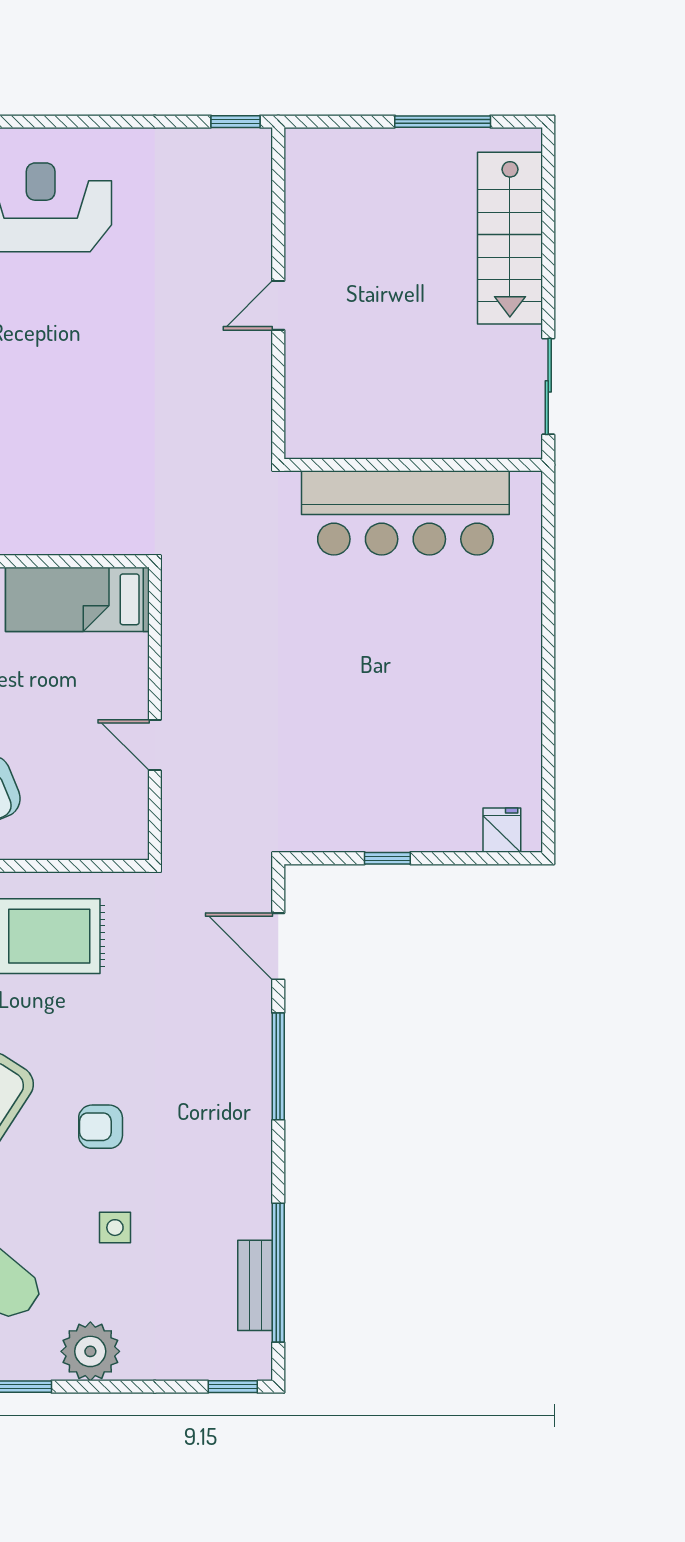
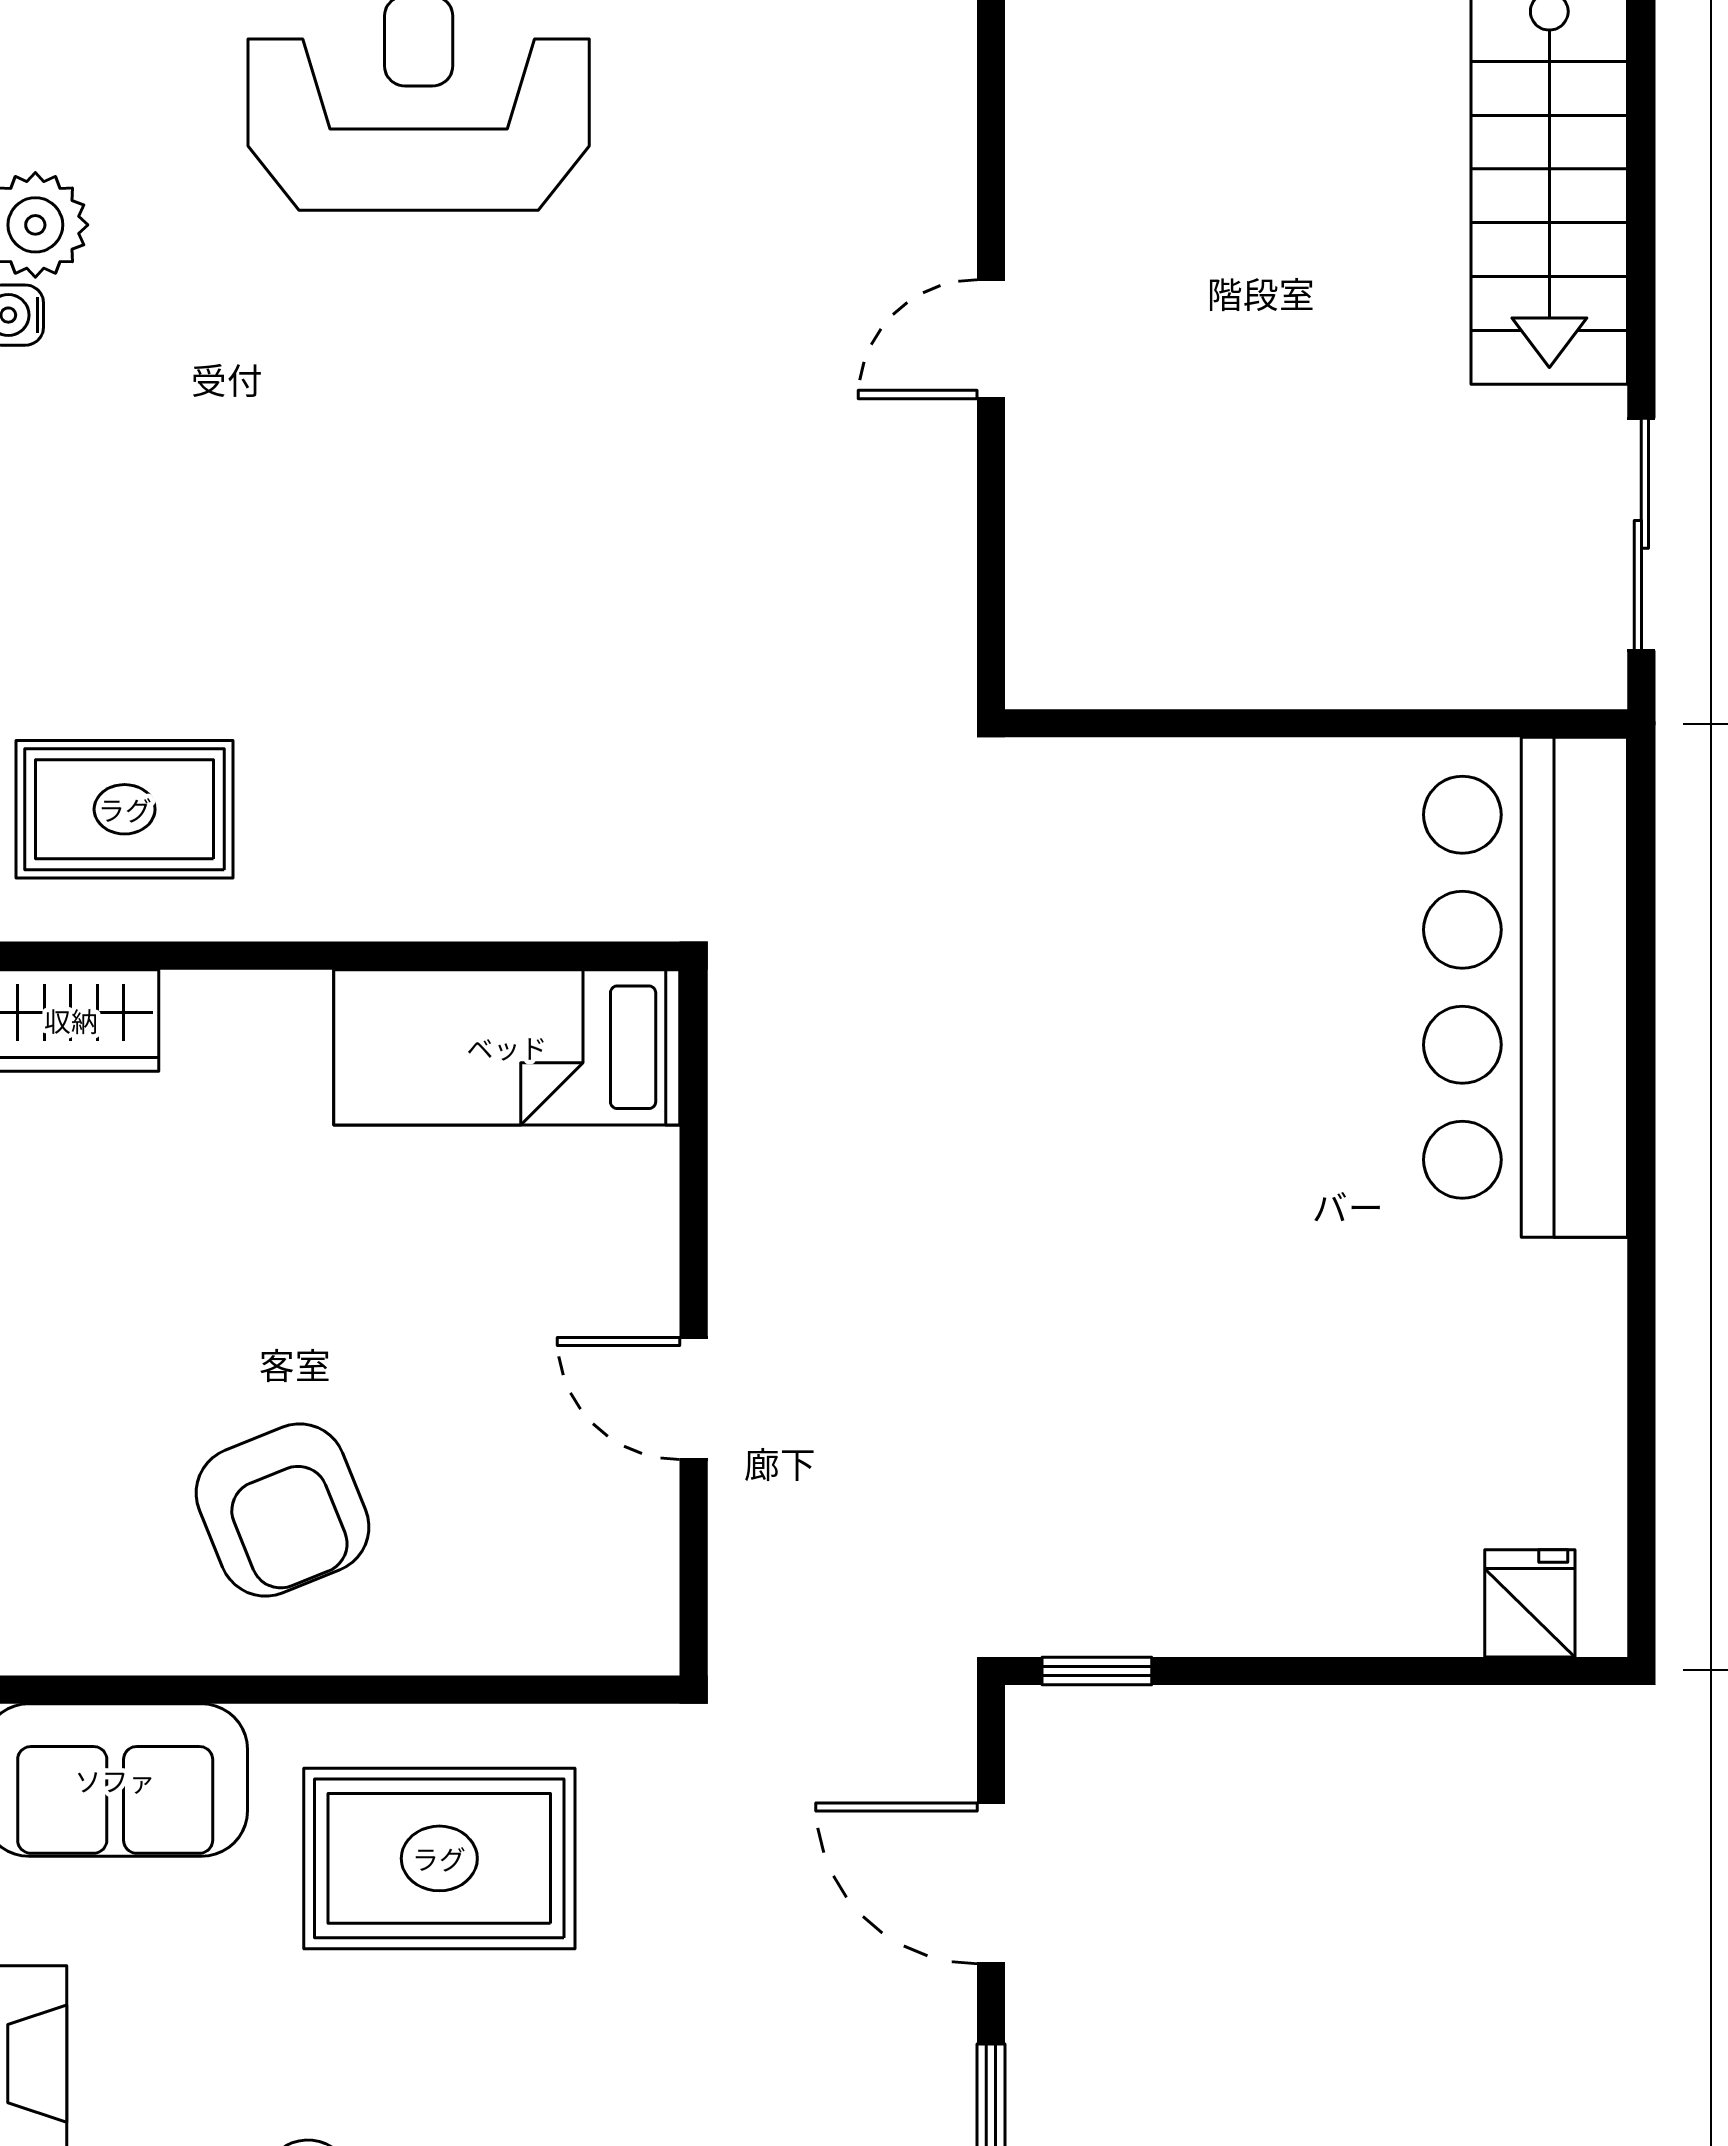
bar counter: (405, 513) -> (1526, 987), moved, turned 90
window: (387, 858) -> (1097, 1671), moved

